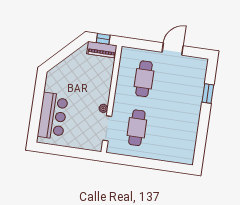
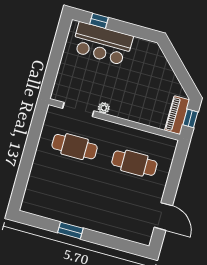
door: (173, 49) -> (163, 216), moved
window: (208, 94) -> (70, 230), moved
window: (35, 121) -> (99, 21), added

